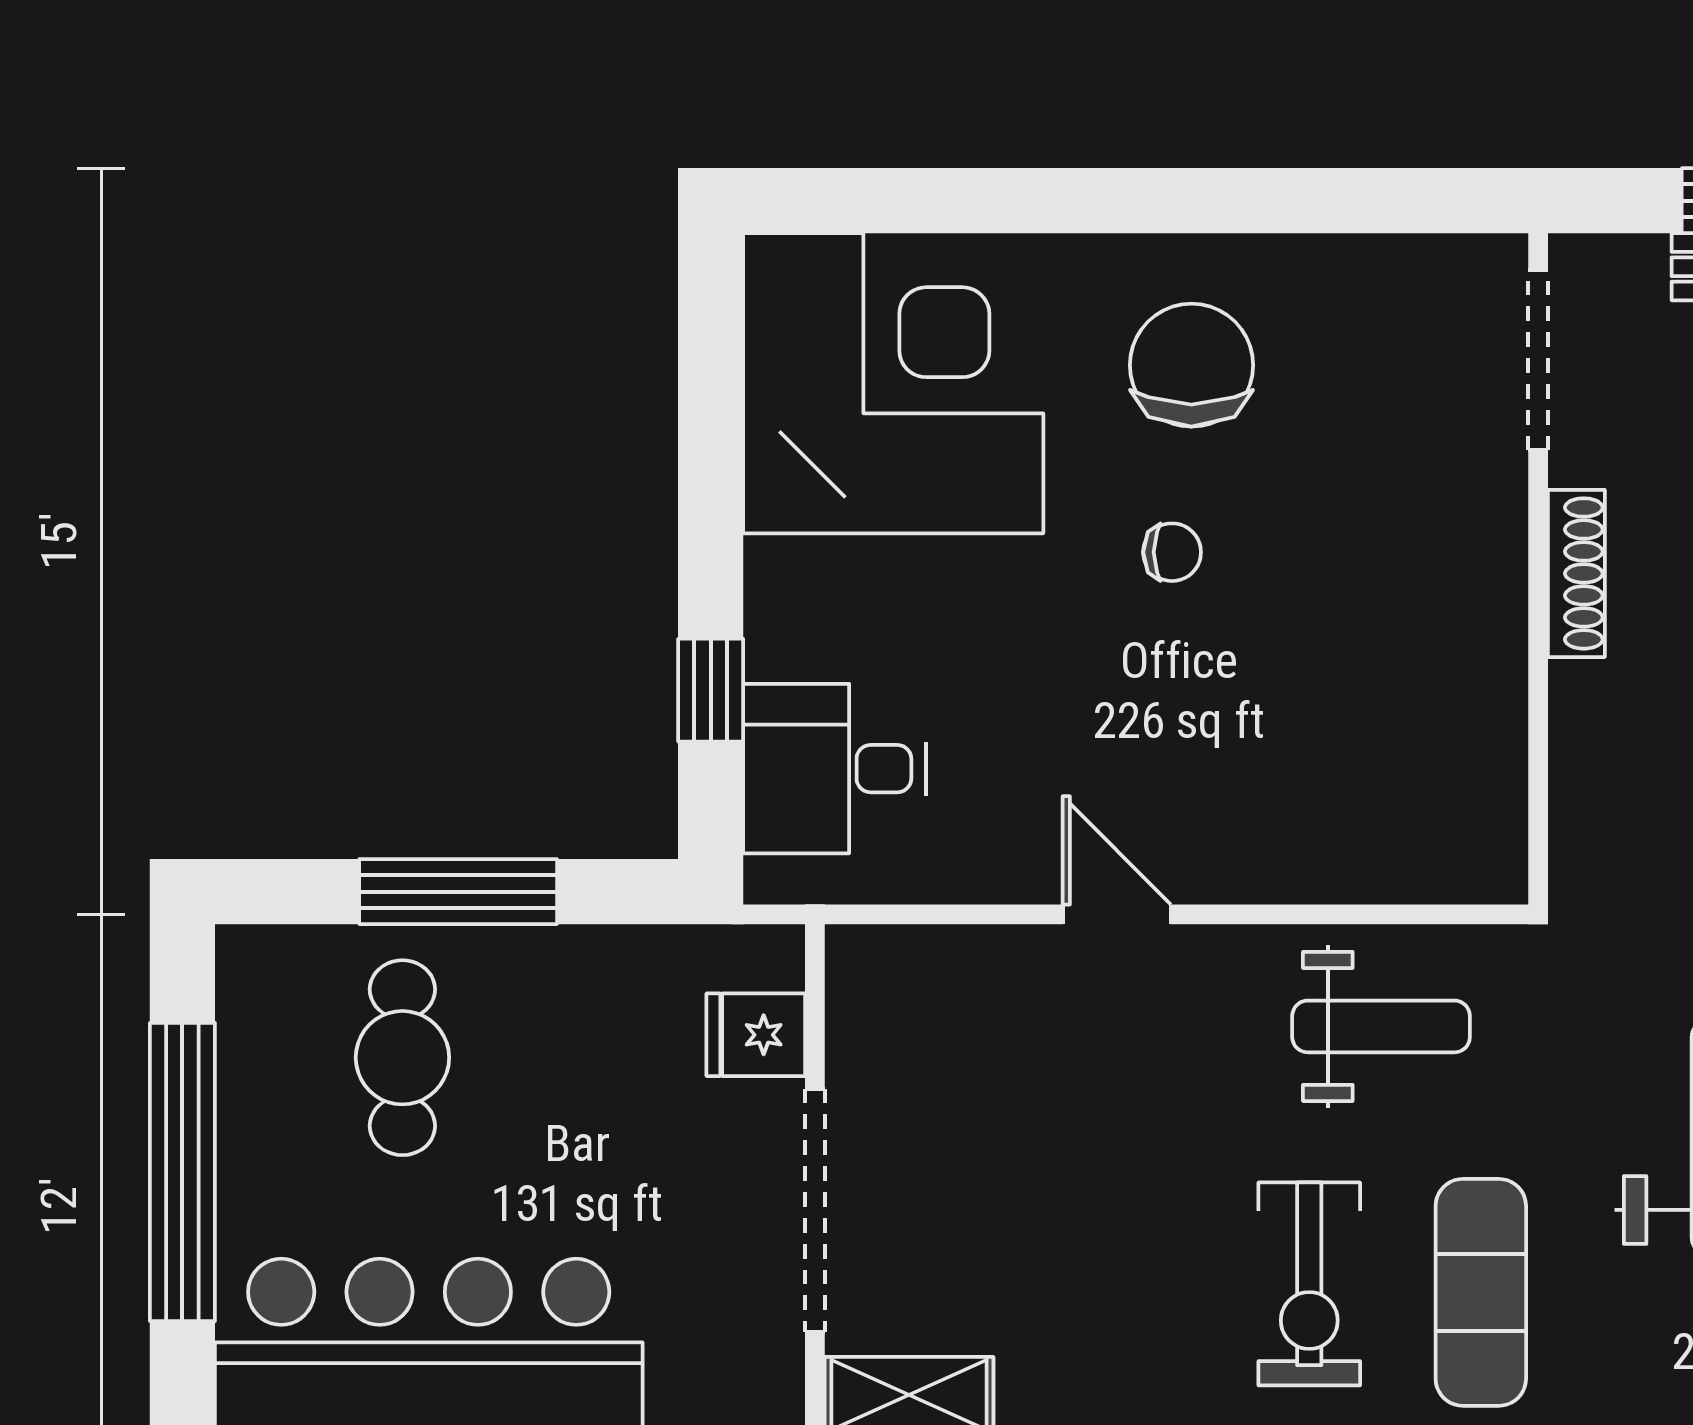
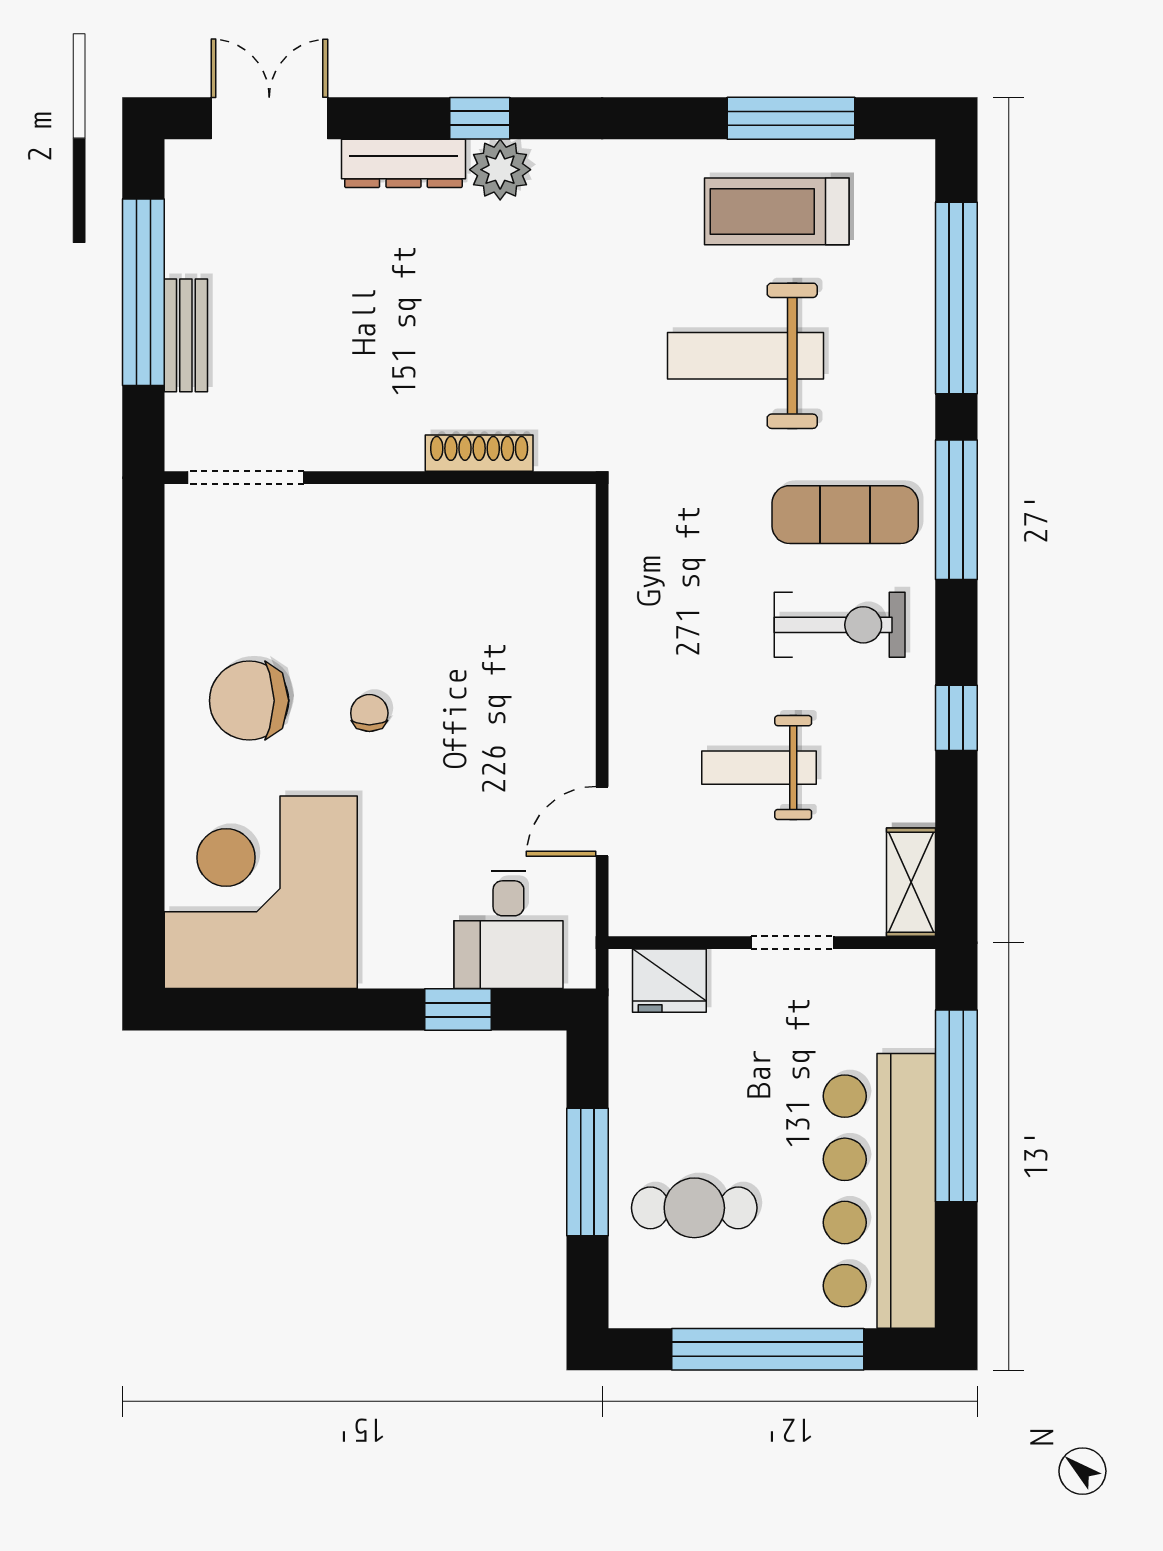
shoe rack: (1576, 573) -> (479, 453), moved
door: (1117, 914) -> (602, 821), moved
weight bench: (1381, 1026) -> (759, 768), moved, turned -90
fridge: (756, 1035) -> (669, 981), width x1.38
doorway: (815, 1210) -> (792, 943), width x0.53

